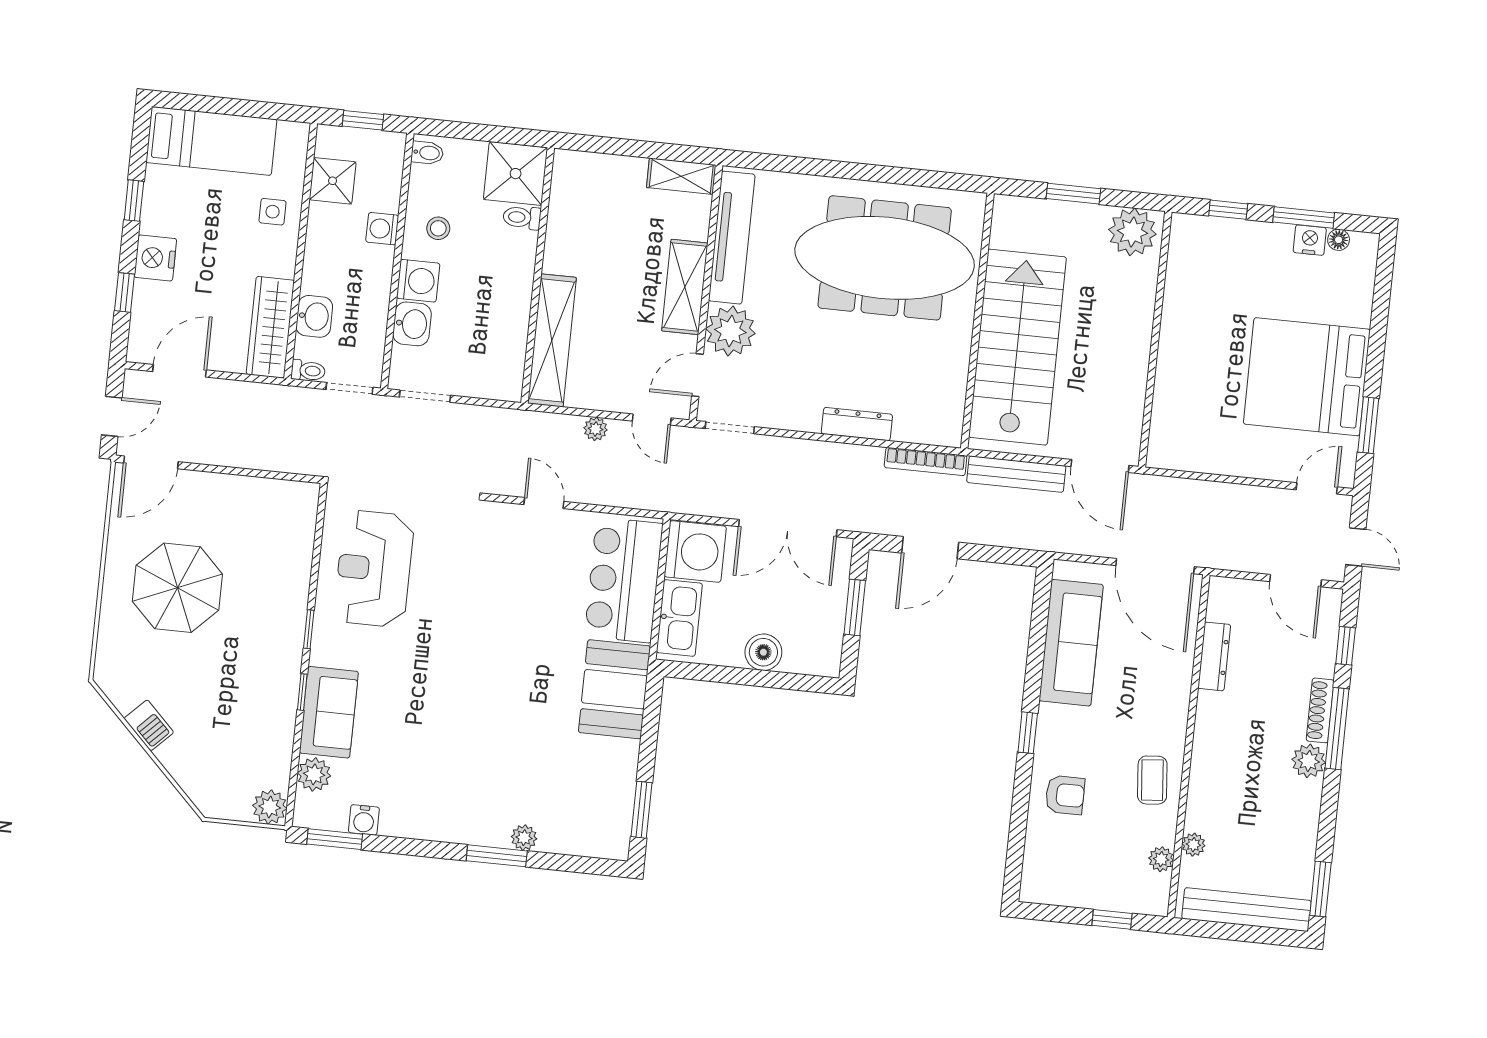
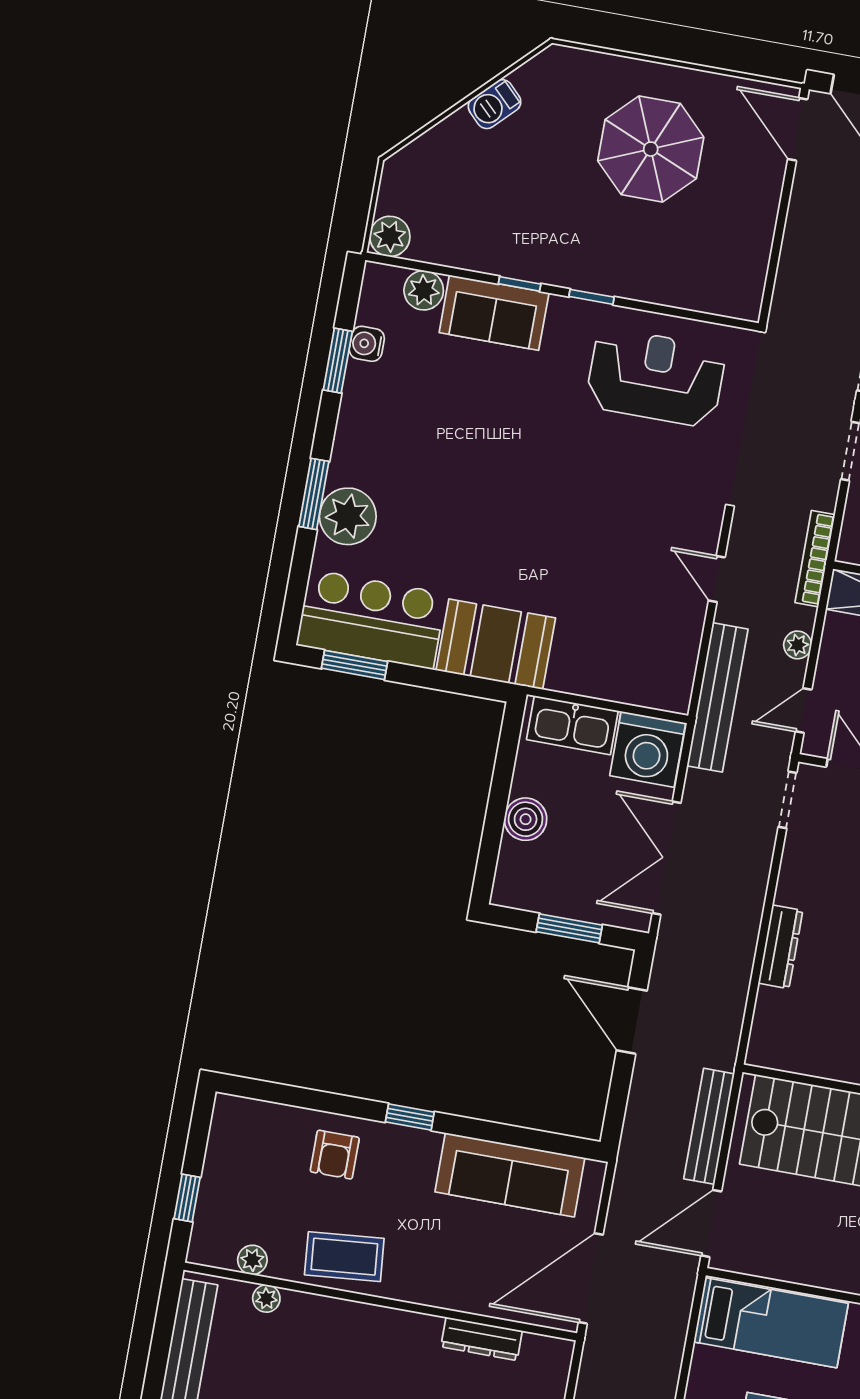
bed: (1182, 408) -> (771, 1323), added
bookcase: (925, 461) -> (815, 559), moved
bench: (646, 495) -> (717, 697), added
door: (544, 503) -> (717, 579), swing flipped
bar counter: (624, 580) -> (371, 619), moved
coffee table: (1152, 780) -> (344, 1257), width x1.36, depth x1.30
plant: (524, 838) -> (348, 516), width x1.88, depth x1.88
window: (335, 839) -> (338, 361), moved

